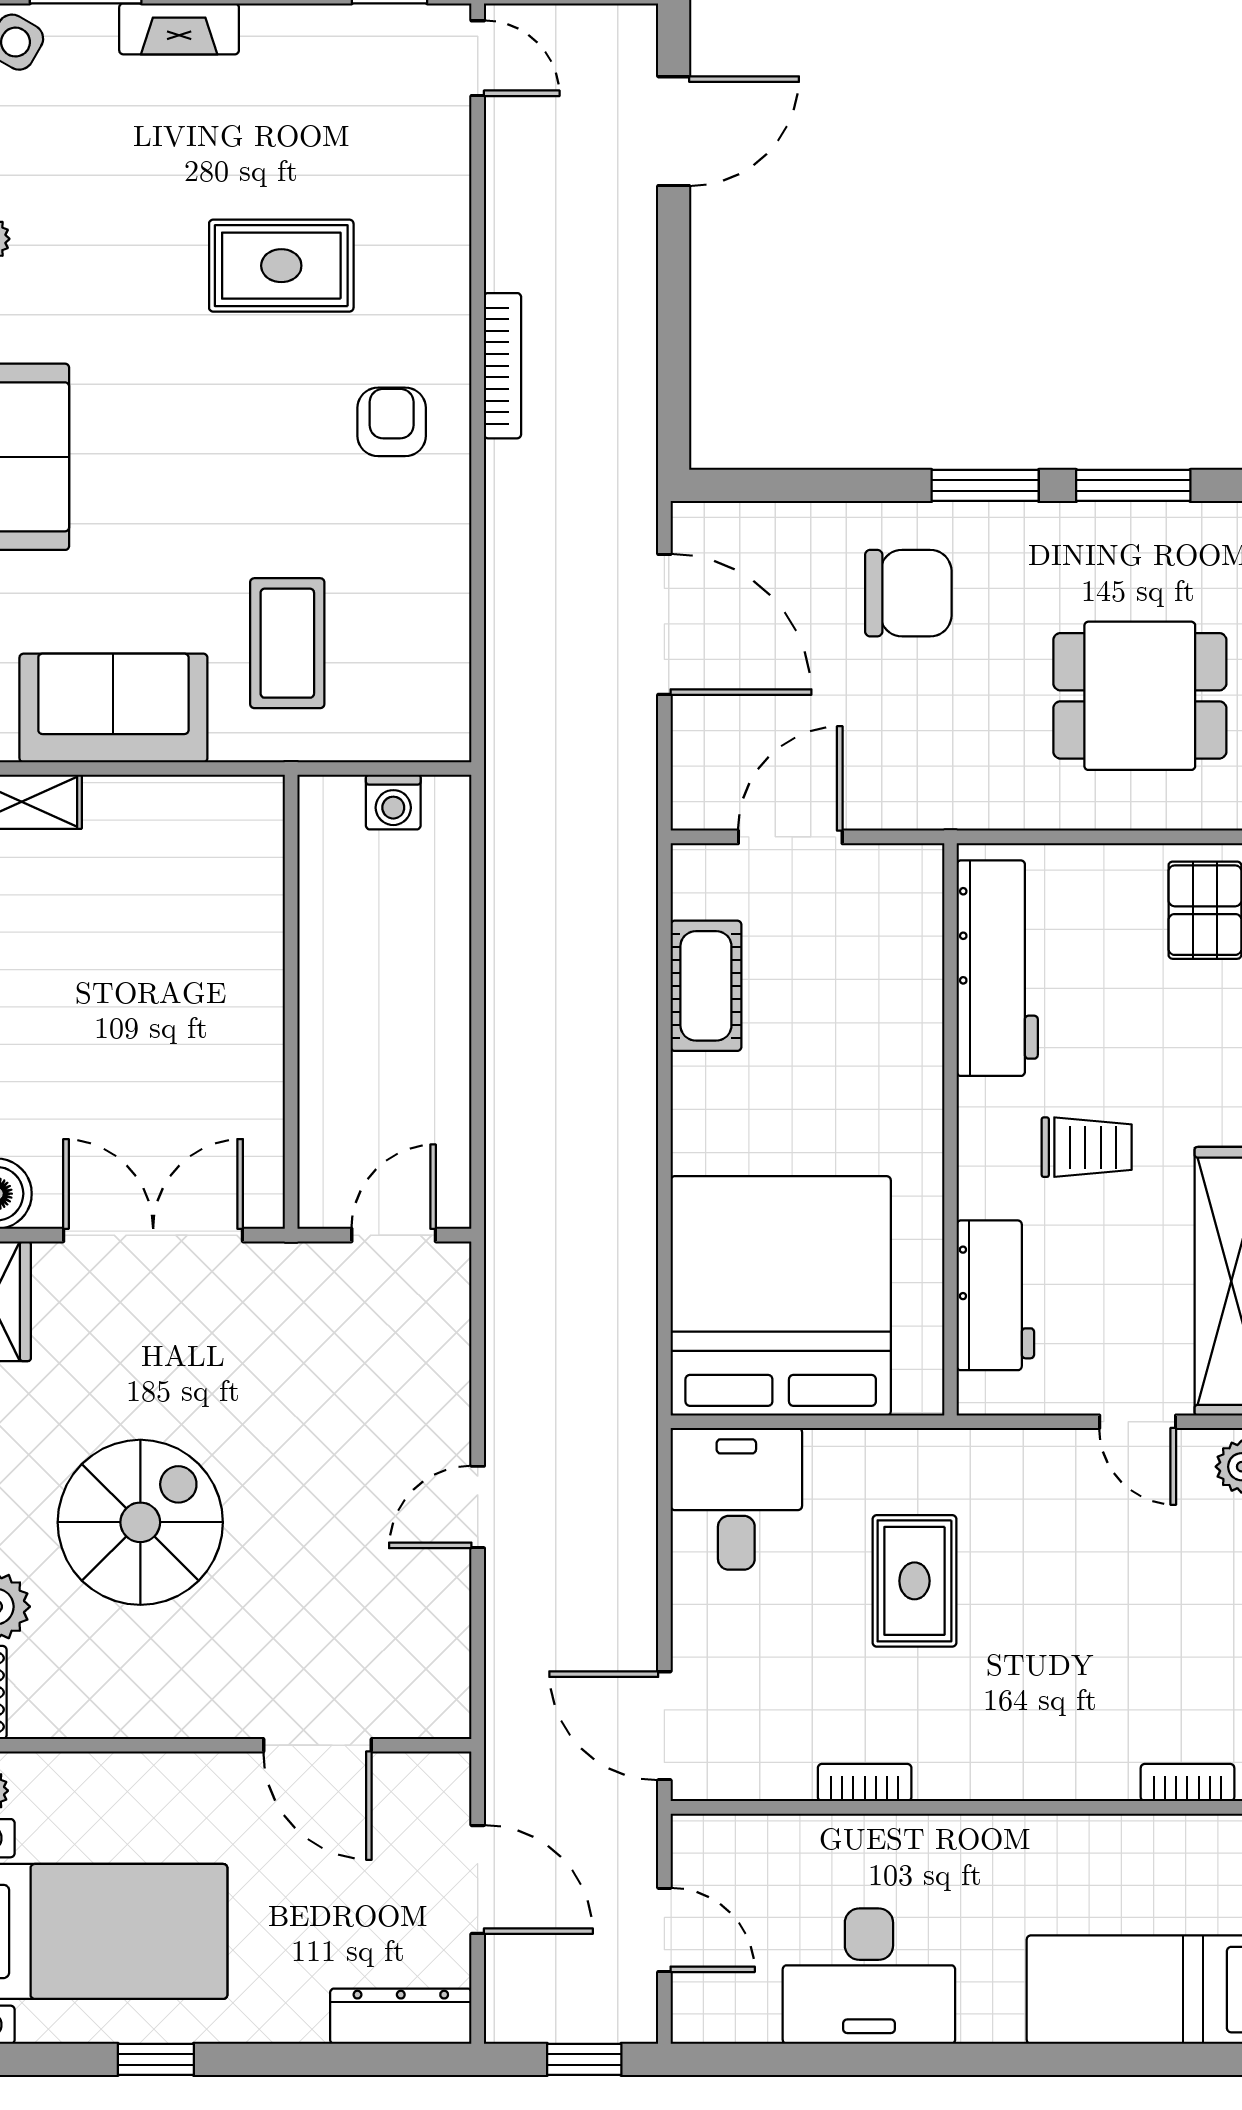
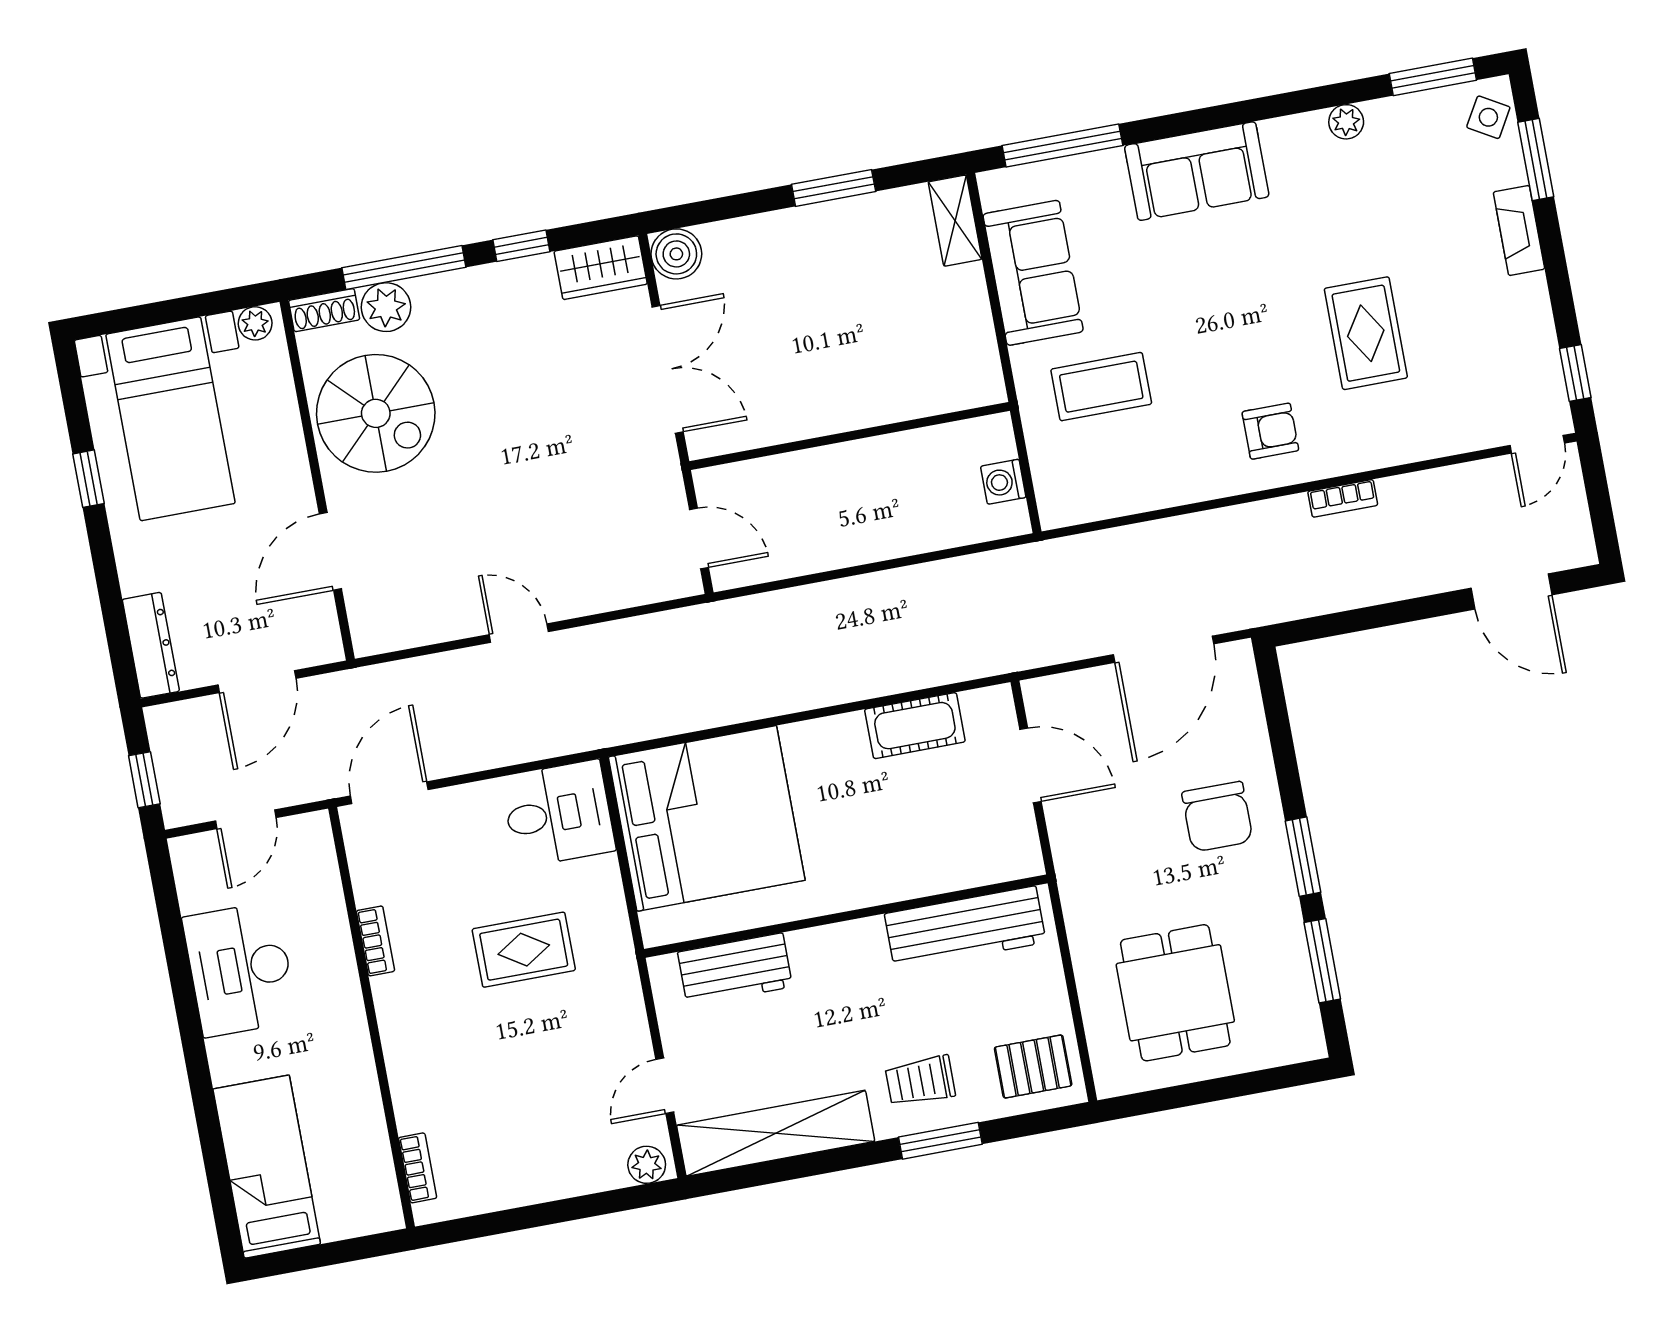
bookcase: (503, 366) -> (1343, 498), width x0.64
trolley: (1087, 1147) -> (920, 1081), moved, turned 90
spiral stairs: (140, 1522) -> (376, 413), moved

